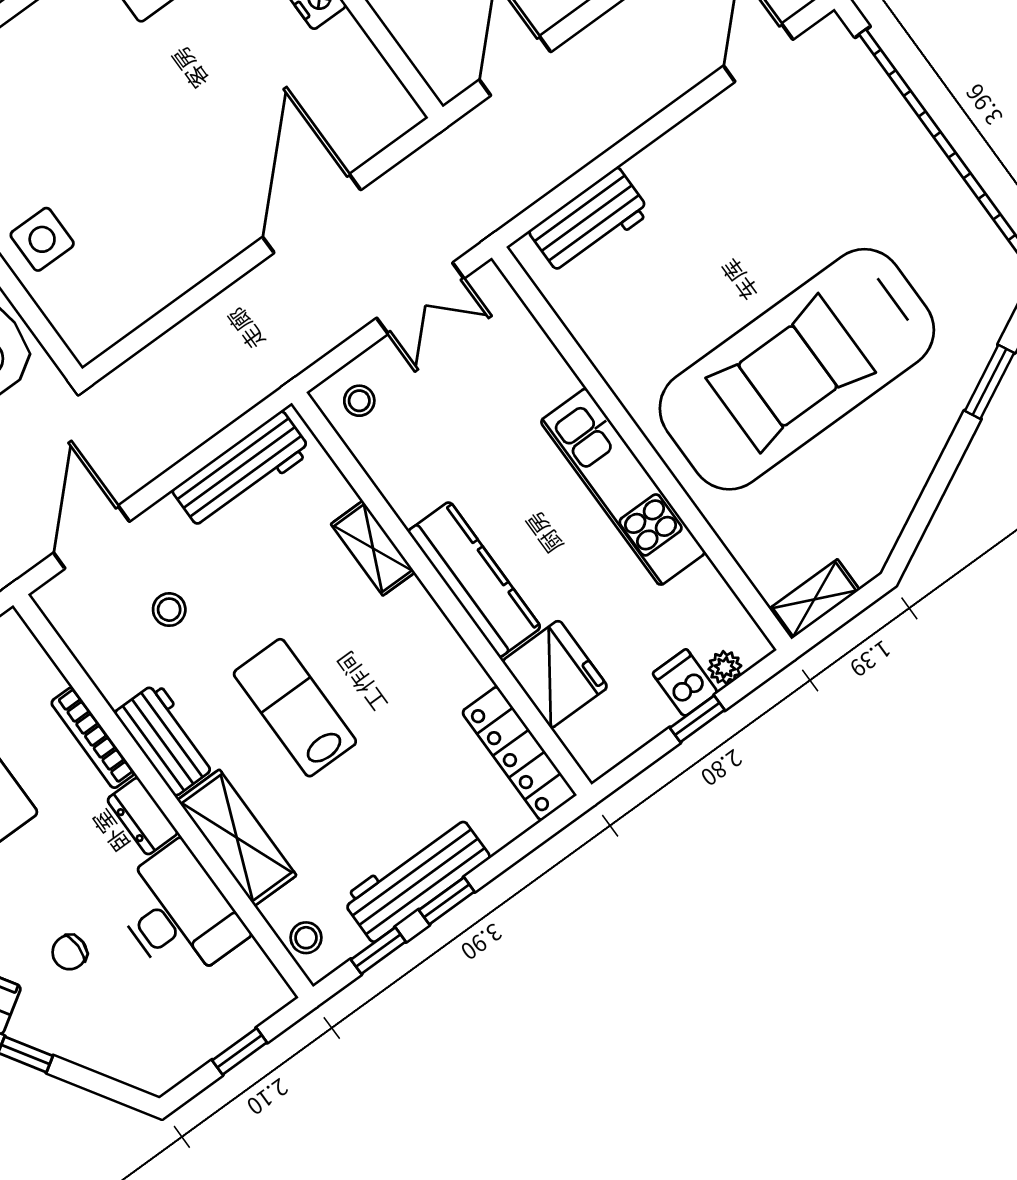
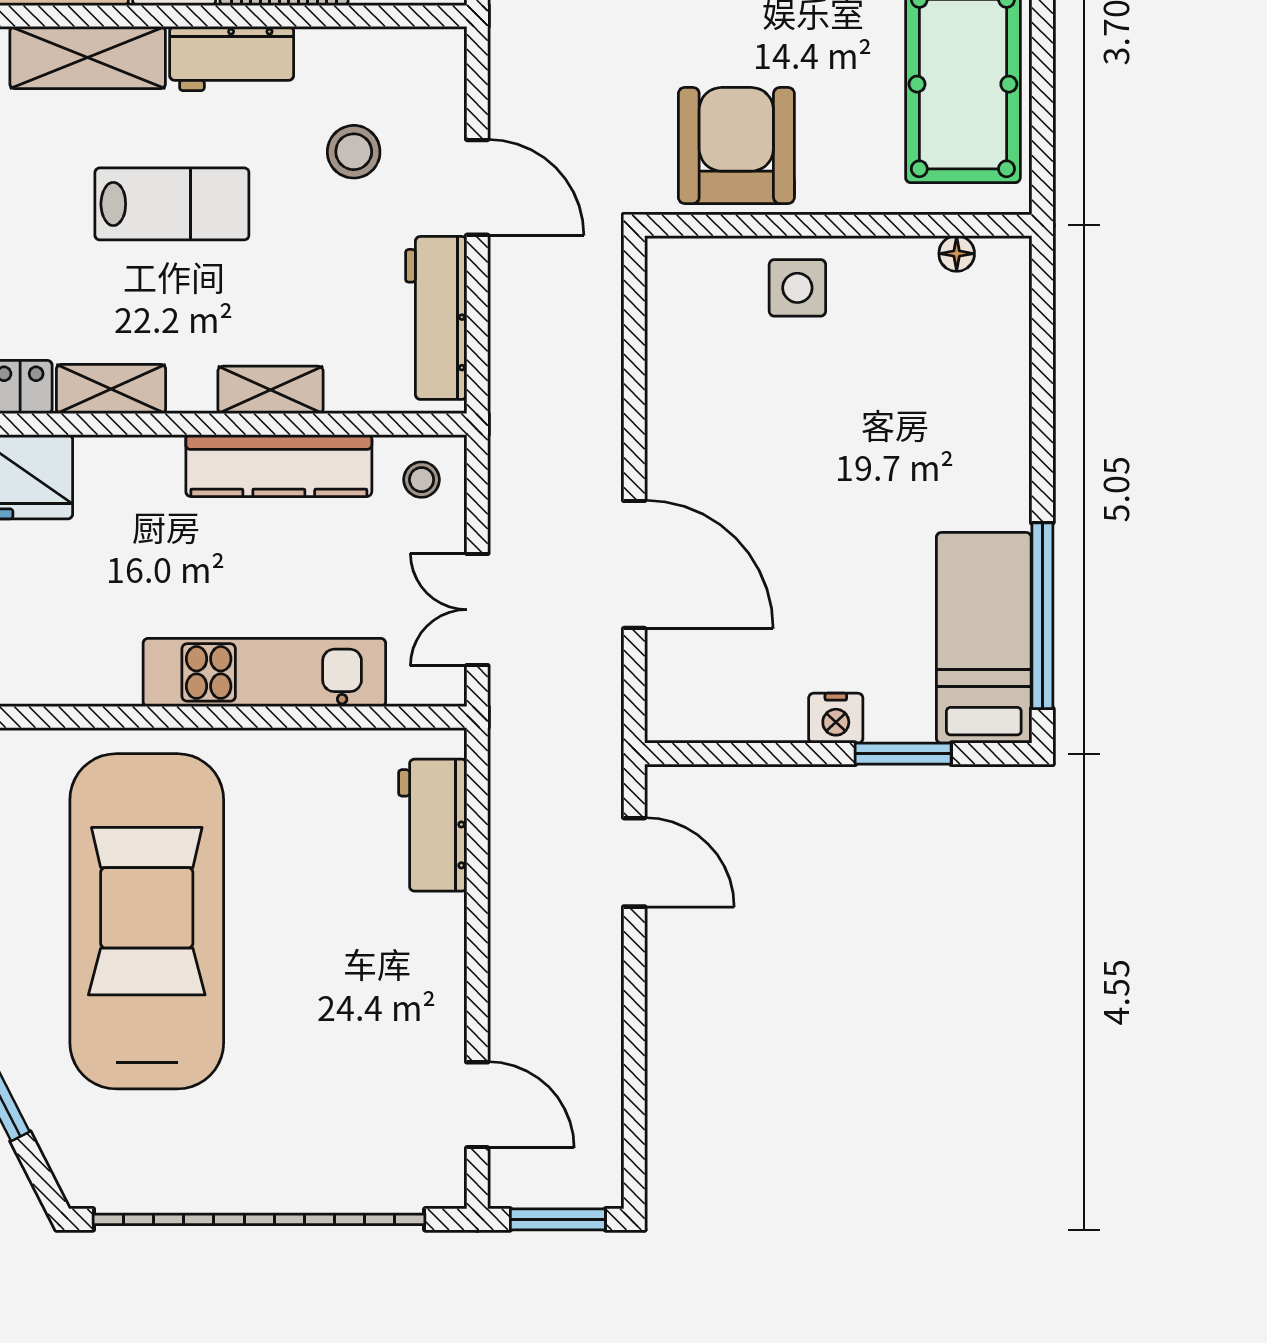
kitchen unit: (623, 487) -> (264, 672), moved
door: (91, 537) -> (477, 187), moved
kitchen counter: (474, 579) -> (279, 466), moved
stool: (169, 610) -> (354, 152), width x1.37, depth x1.37
shelving: (451, 657) -> (111, 389), added

